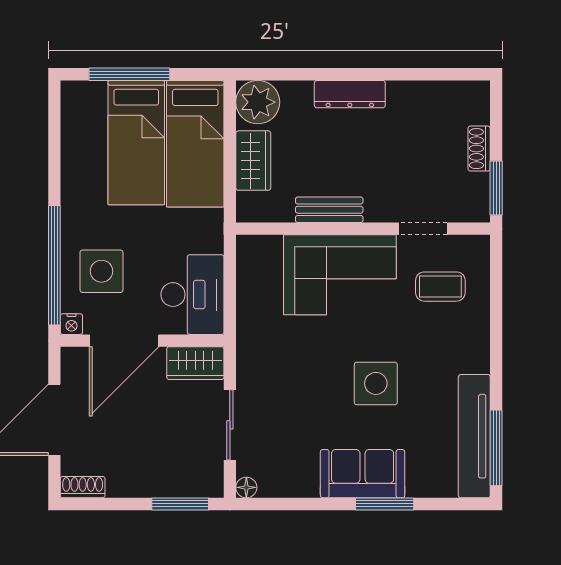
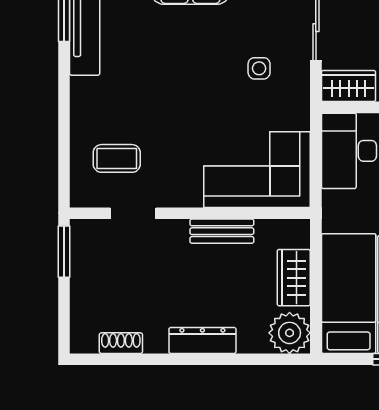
shoe rack: (479, 149) -> (121, 343), moved, turned -90
corner sofa: (340, 275) -> (257, 170), moved
side table: (376, 383) -> (259, 68), moved, width x0.54, depth x0.54

